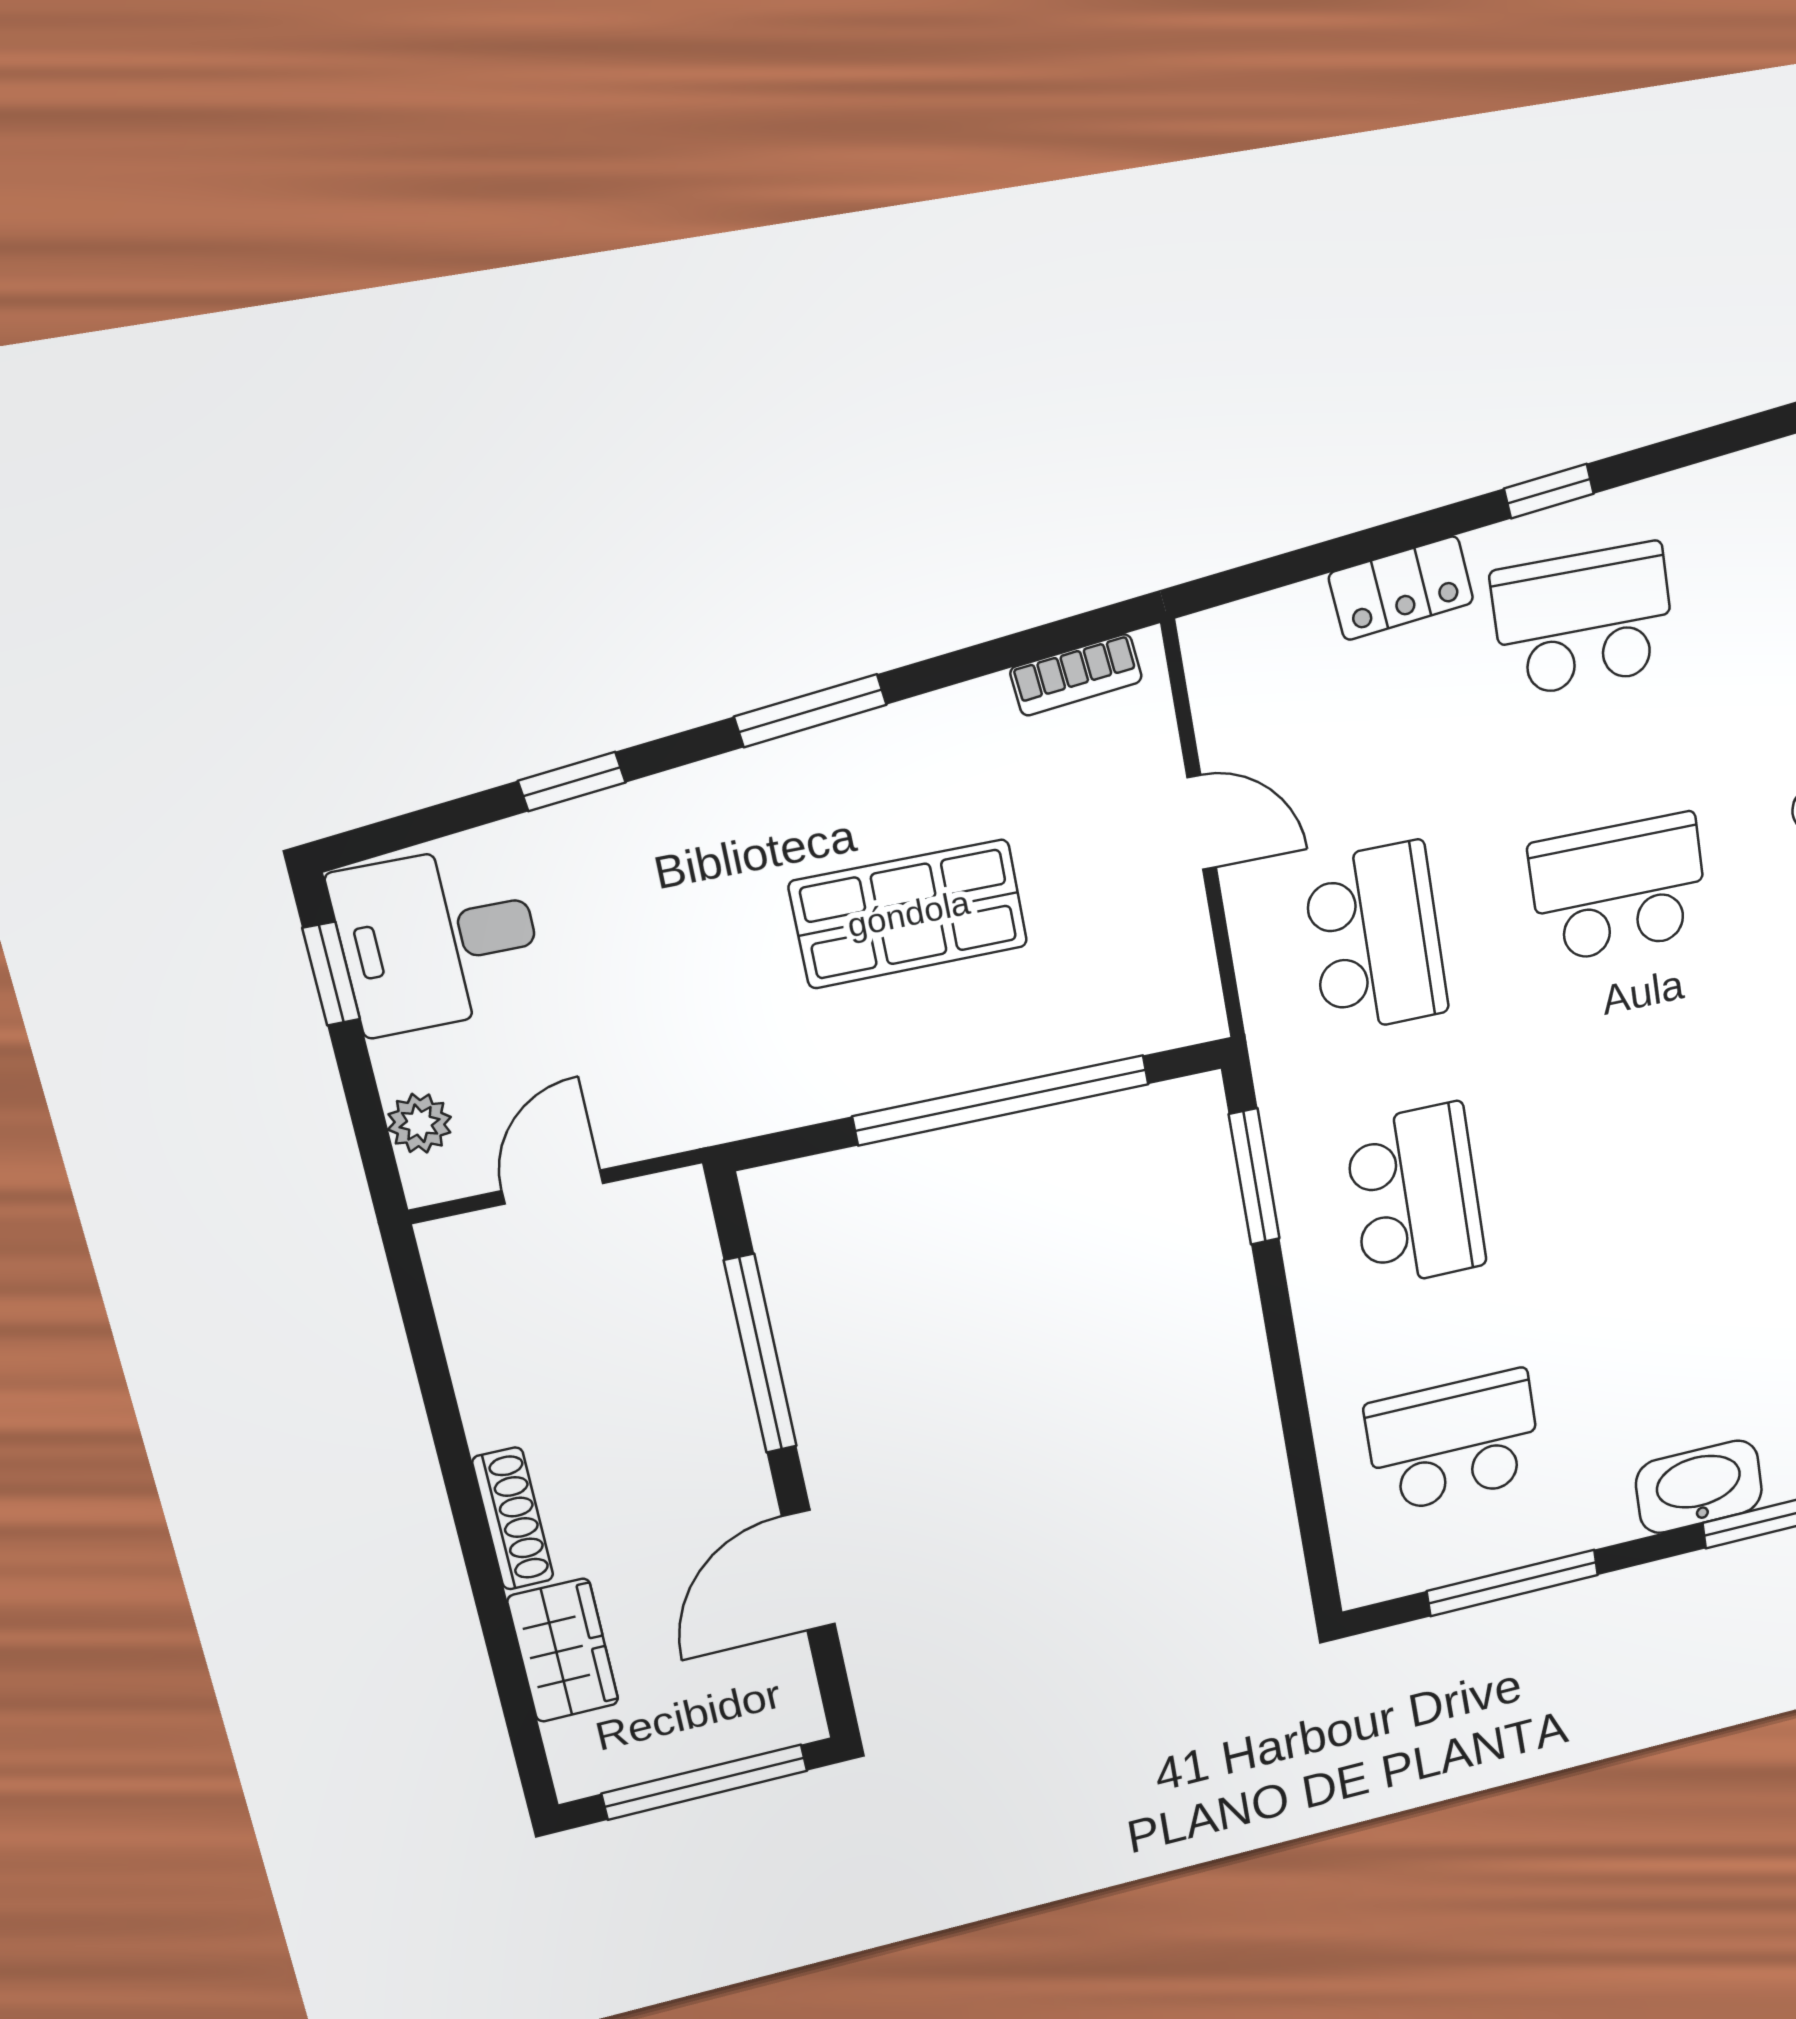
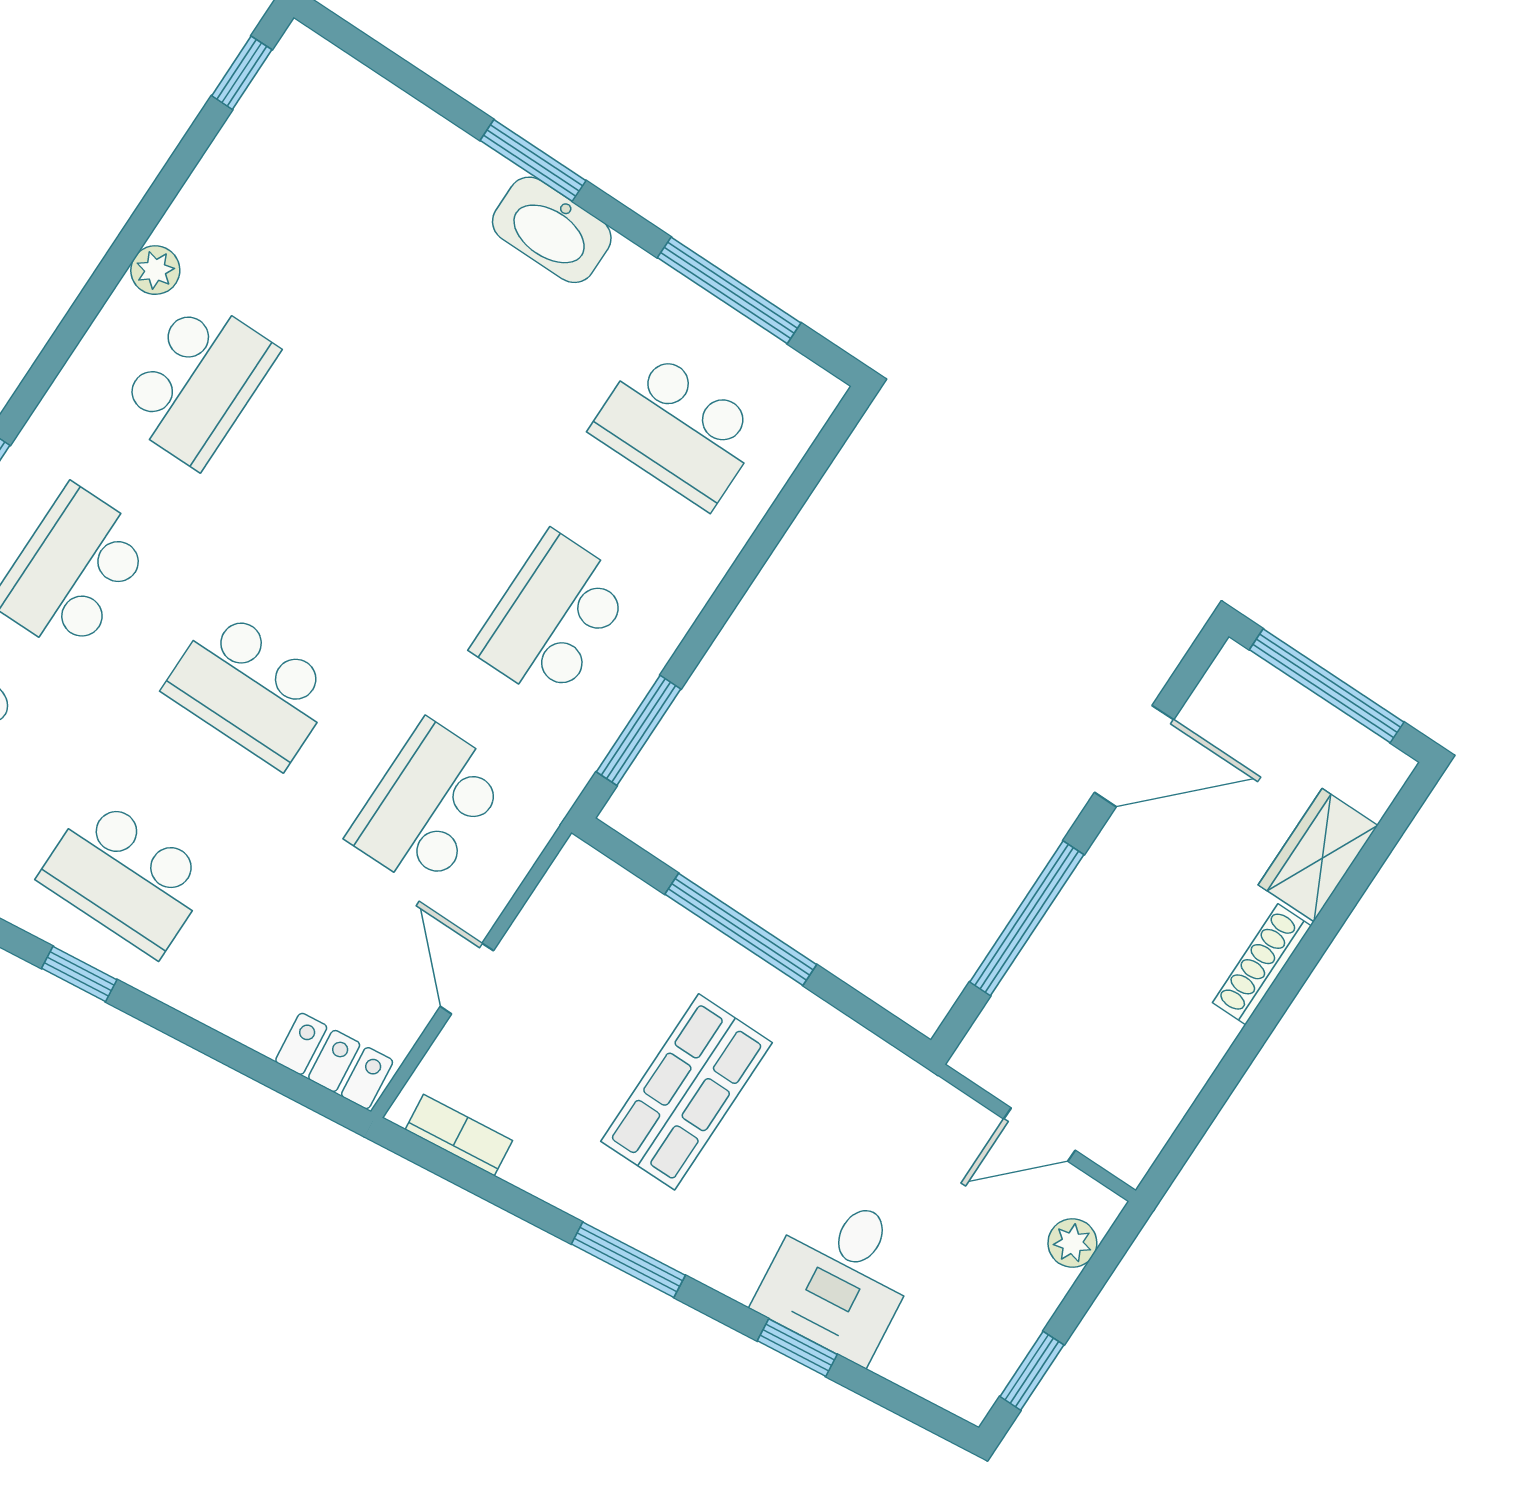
locker: (1401, 588) -> (334, 1061), moved
shop shelf: (909, 914) -> (687, 1092), turned 90
desk: (438, 939) -> (840, 1275), moved, turned 84
window: (1002, 1100) -> (741, 929), width x0.68

